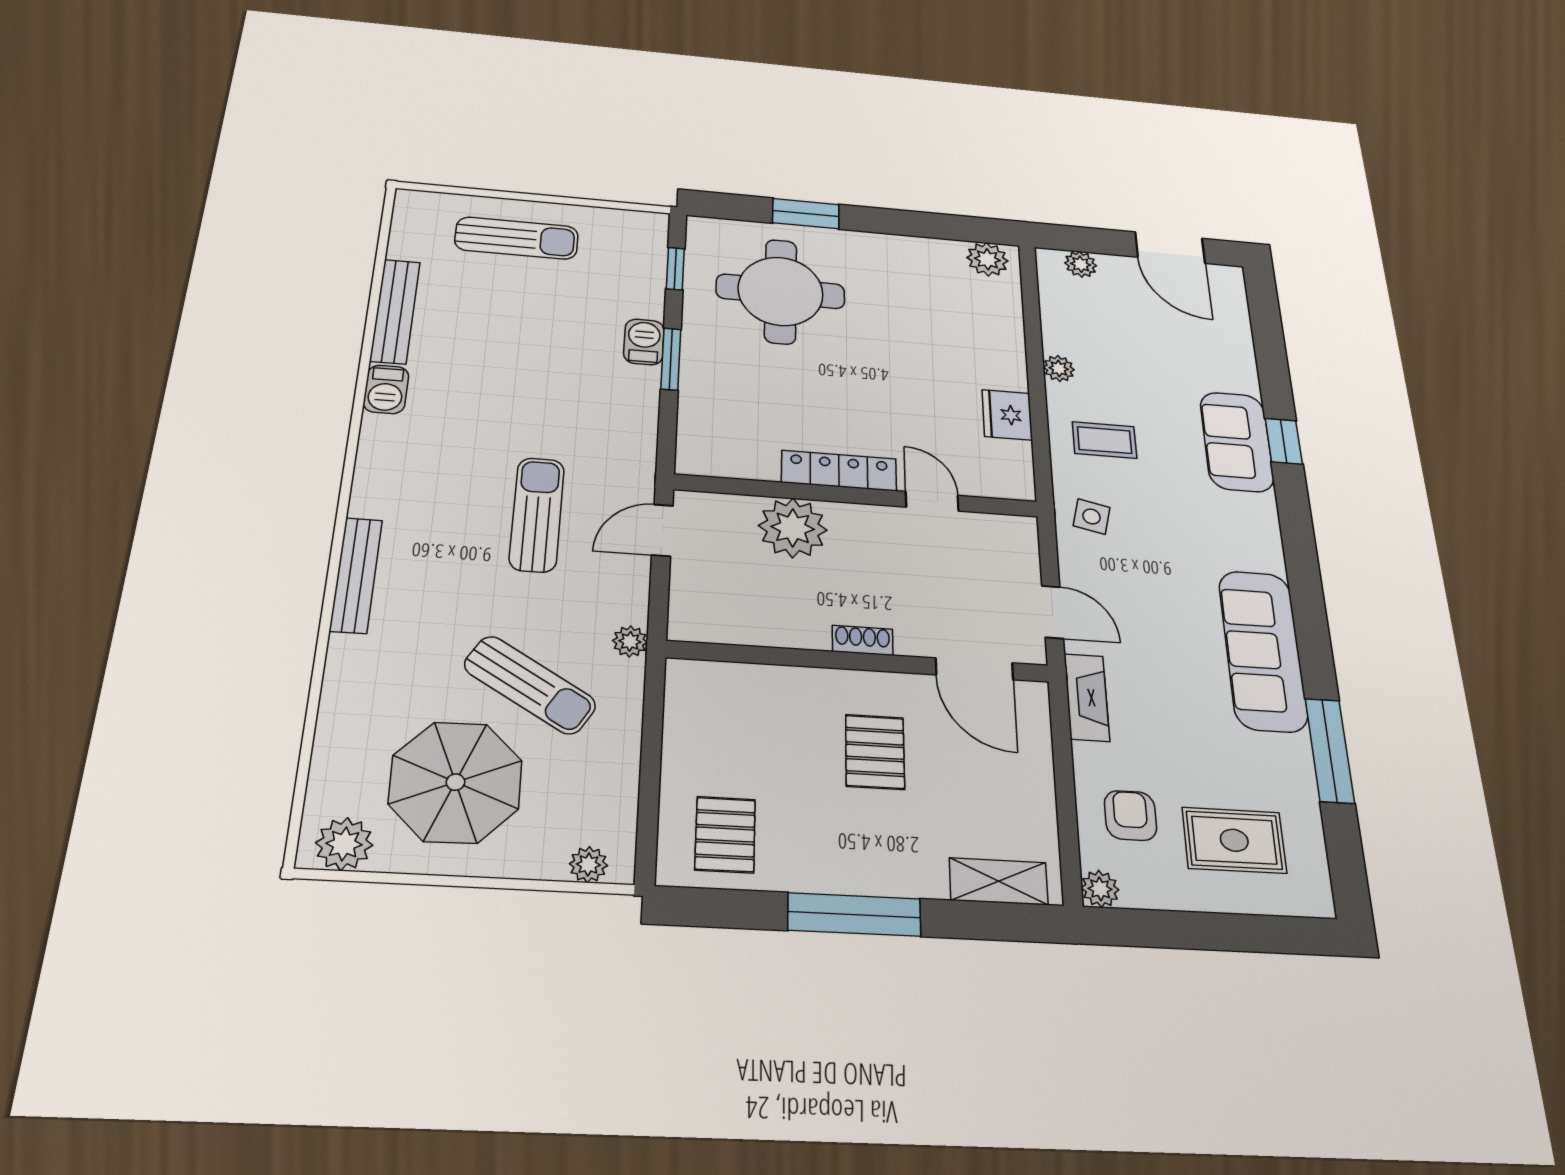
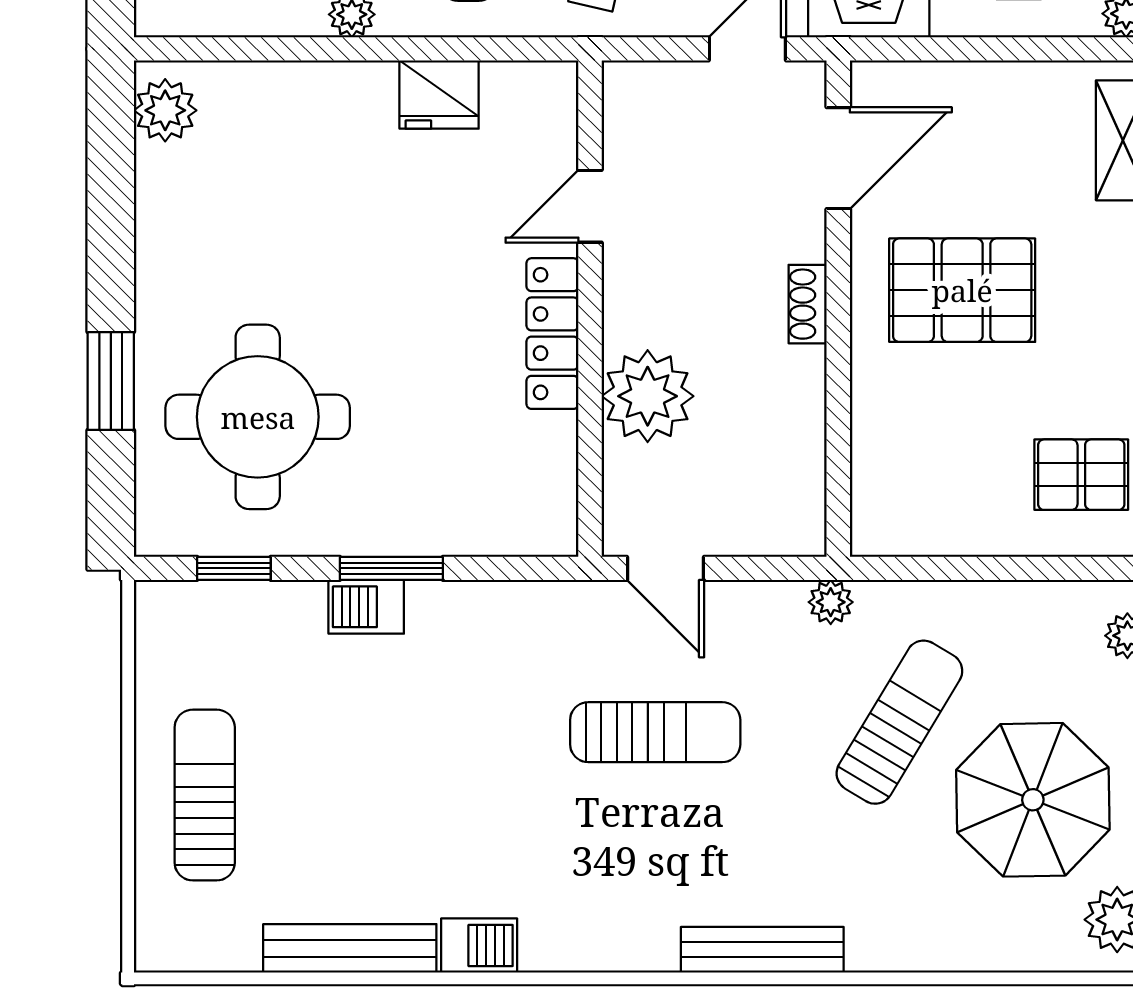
sun lounger: (537, 514) -> (655, 732), turned 180
pallet: (875, 752) -> (962, 290), width x1.50, depth x1.42

